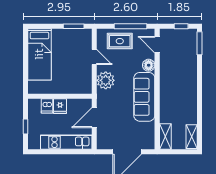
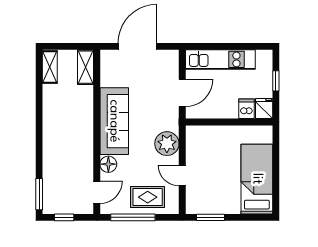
door: (157, 45) -> (97, 192), hinge flipped
fridge: (60, 106) -> (264, 108), moved

